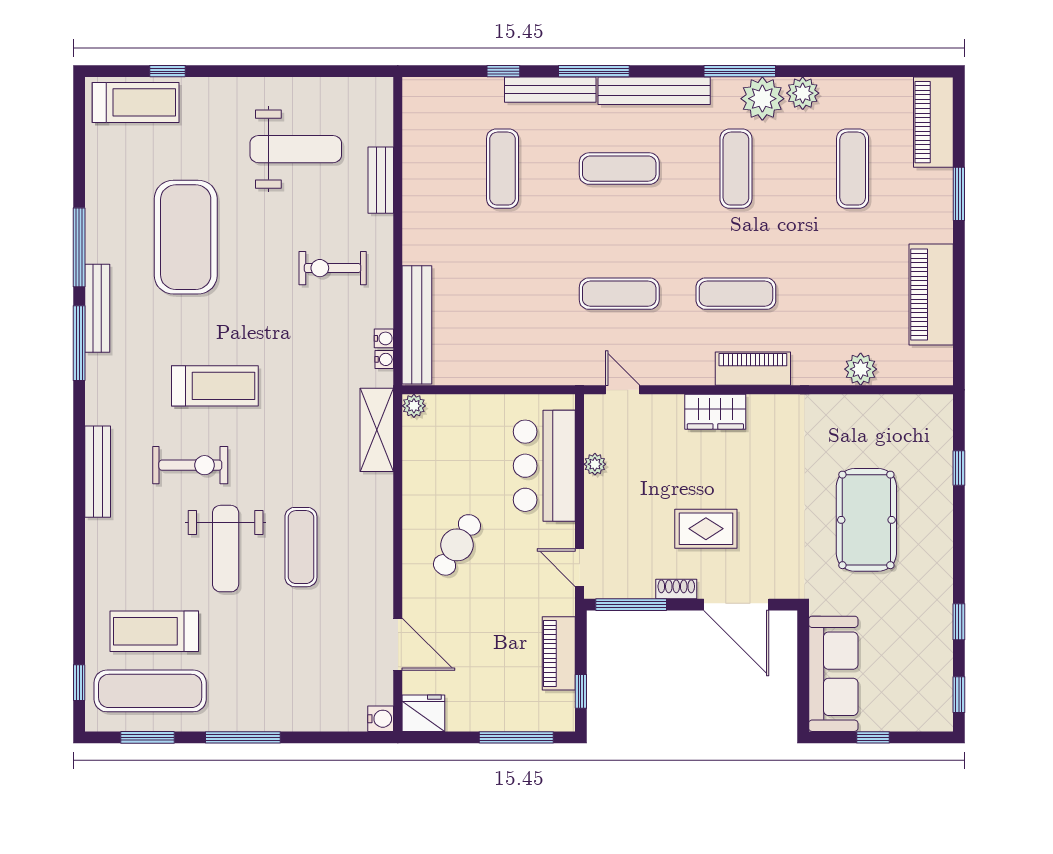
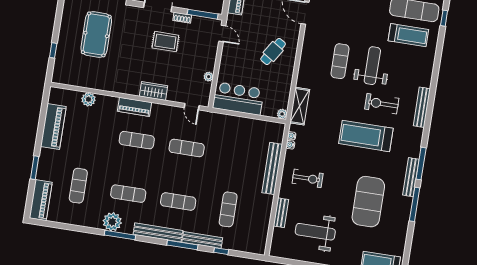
plant: (803, 93) -> (95, 221), removed
exercise mat: (736, 169) -> (128, 194), turned 90
bench: (417, 325) -> (272, 168), moved
treadmill: (215, 386) -> (366, 136), width x1.37, depth x1.38
bar counter: (544, 466) -> (238, 99), moved, turned -90

